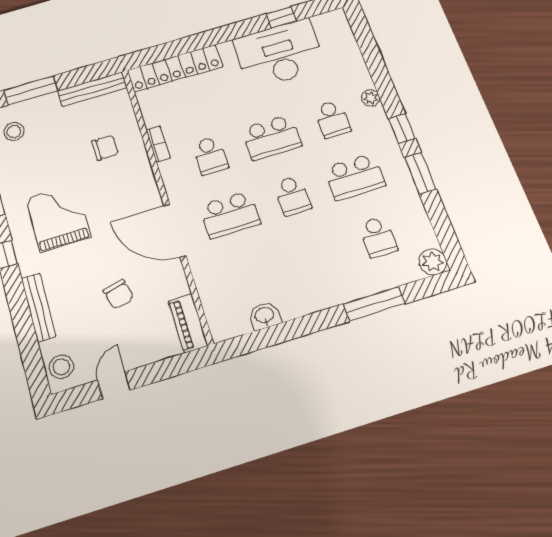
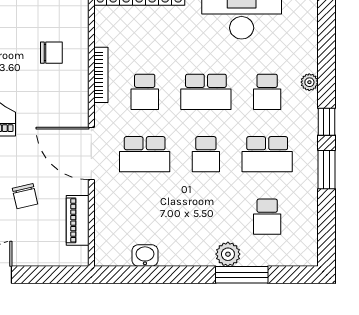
bookcase: (158, 144) -> (101, 75), width x1.56
plant: (433, 262) -> (228, 254), moved
piano: (188, 323) -> (78, 220), moved

